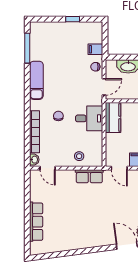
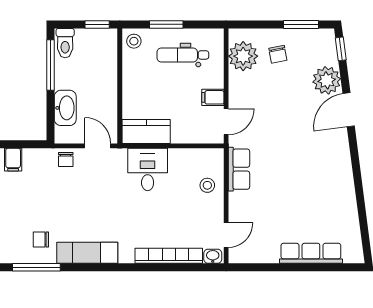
filing cabinet: (95, 49) -> (13, 160), moved
chair: (58, 116) -> (41, 239), moved

